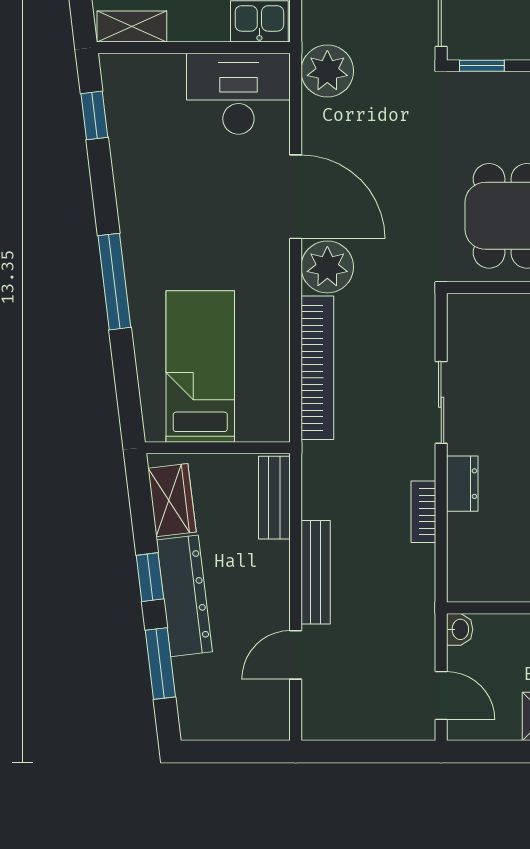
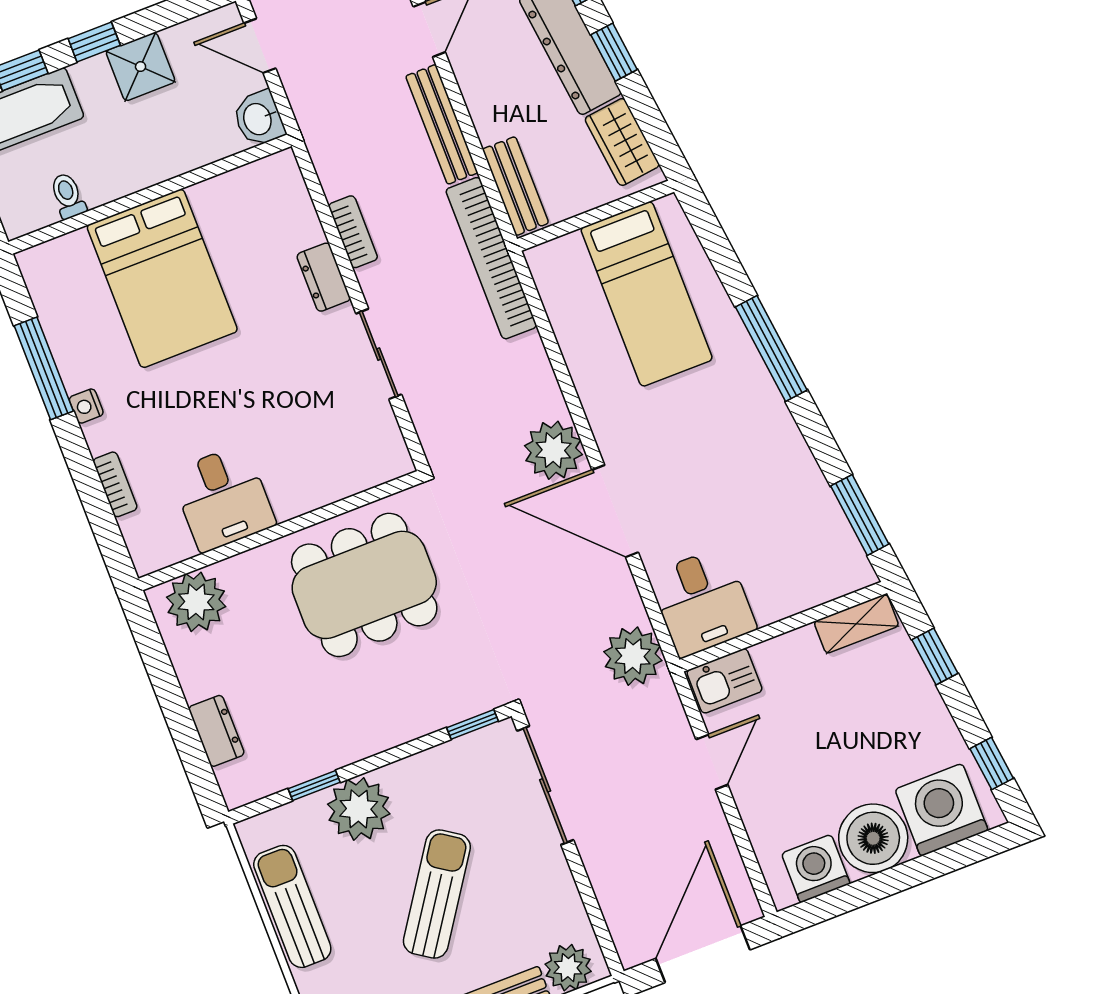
desk: (238, 94) -> (702, 602), width x0.73
window: (94, 115) -> (860, 515), width x1.50
bookcase: (317, 368) -> (491, 258), moved
washbasin: (460, 629) -> (259, 119), width x1.38, depth x1.45

